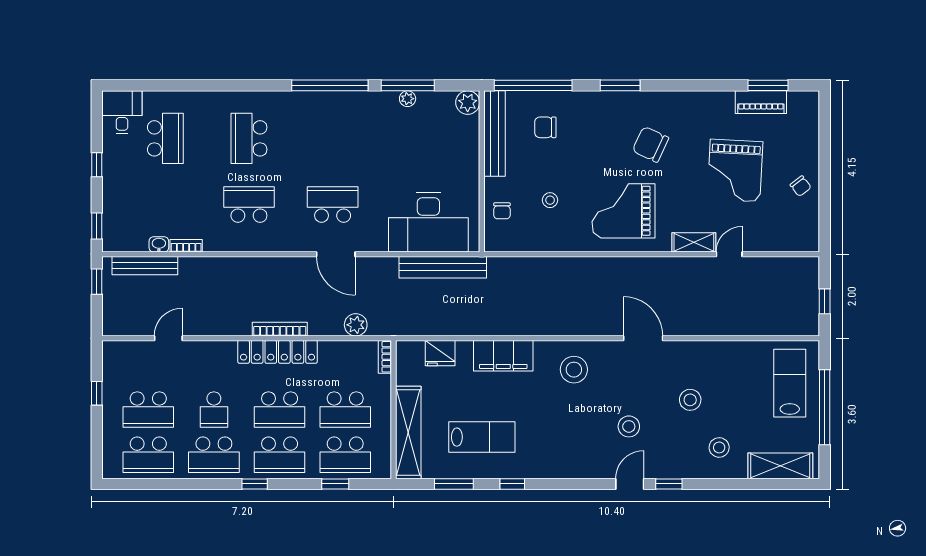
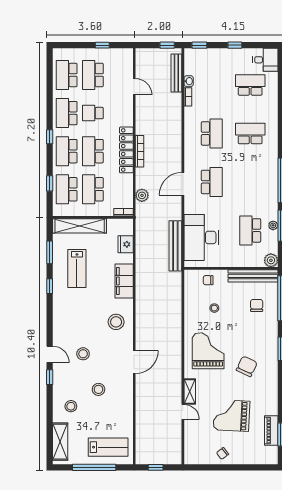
school desk: (165, 138) -> (250, 85), turned 180
school desk: (416, 138) -> (250, 230), added

